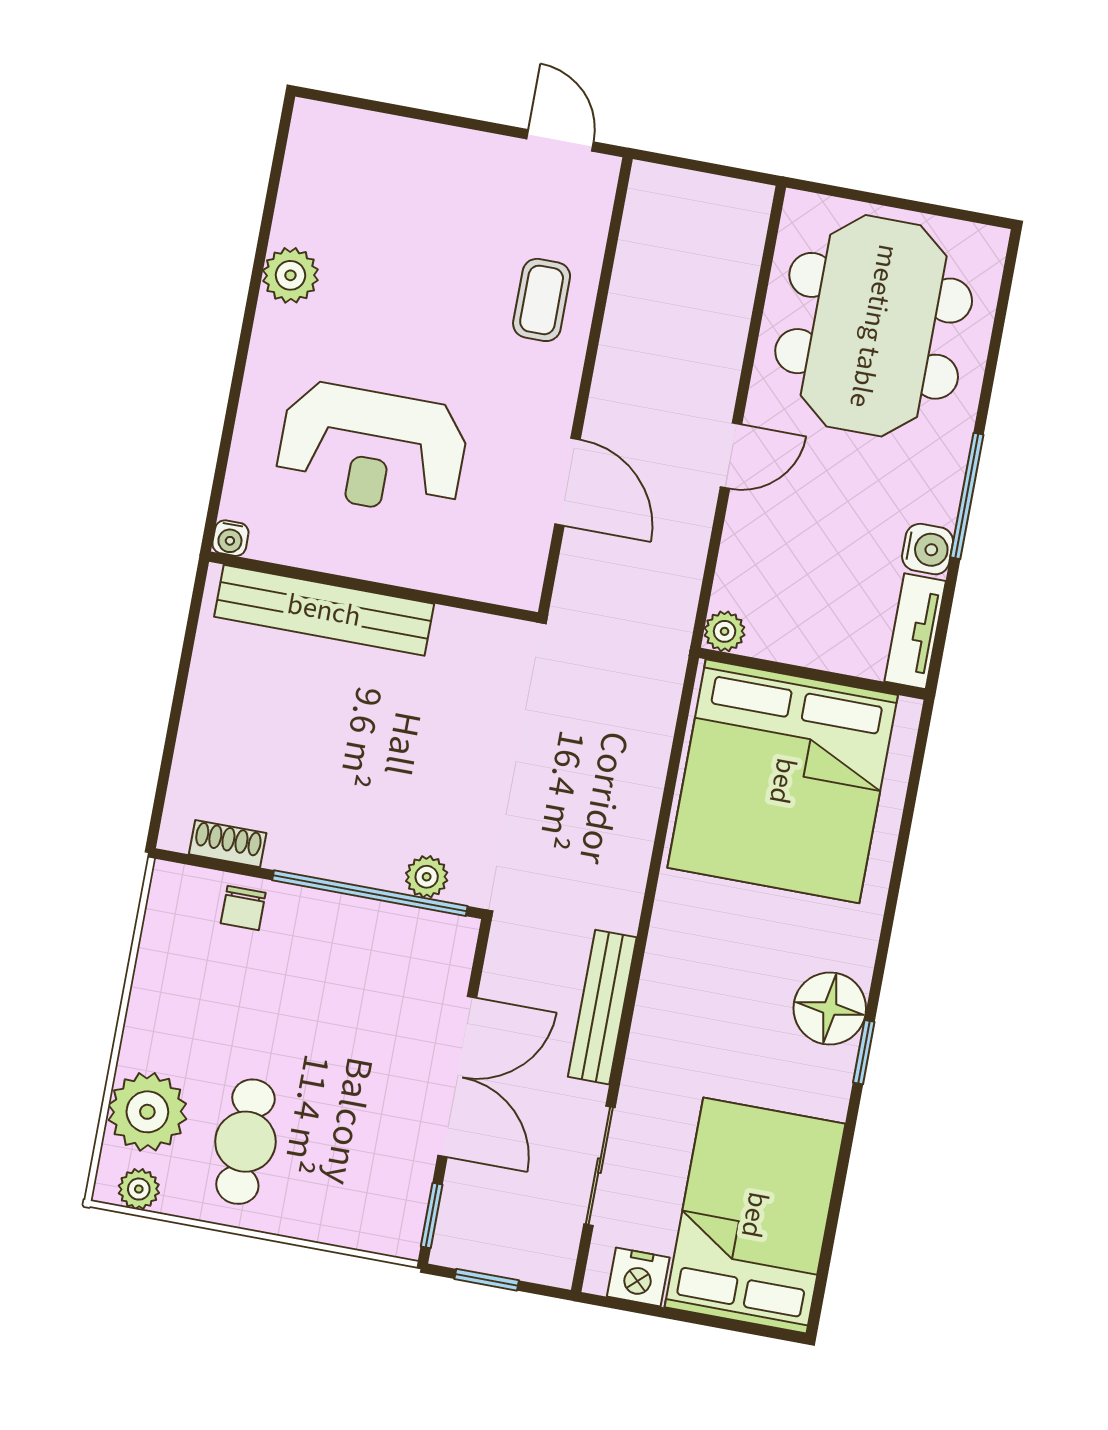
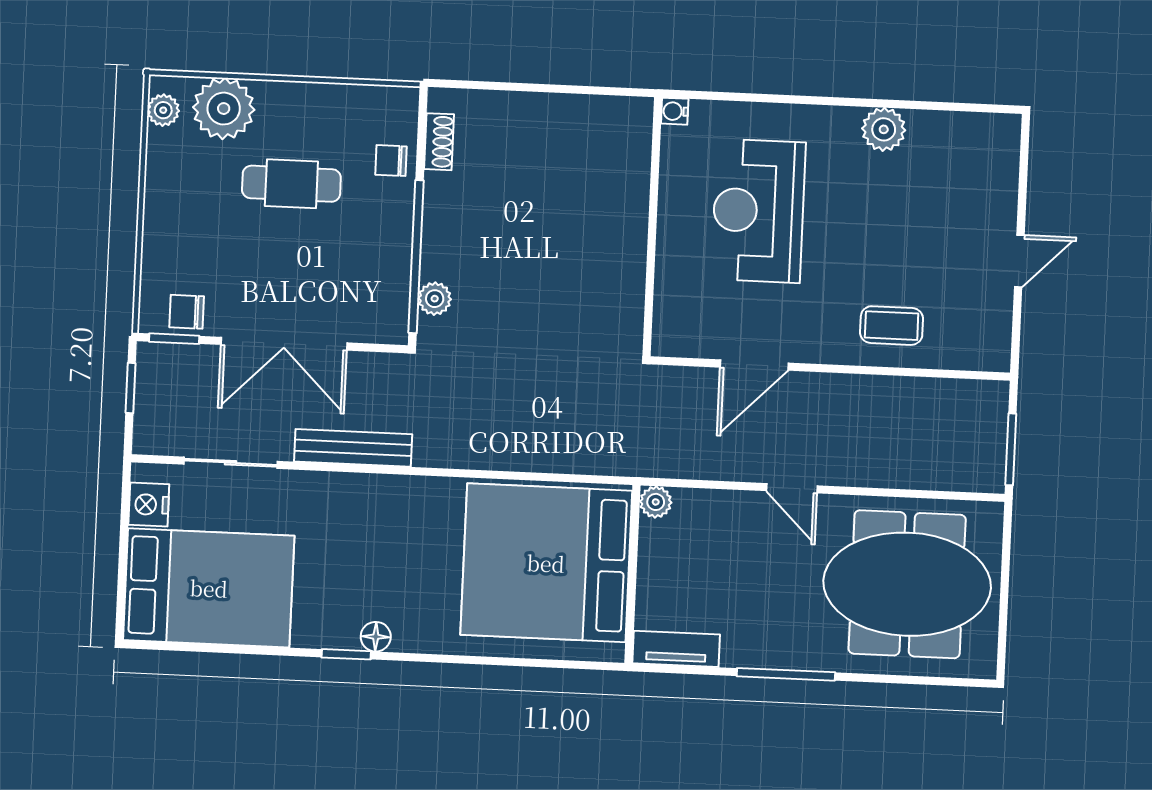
door: (560, 140) -> (1019, 261), moved
window: (720, 170) -> (1011, 449), added
water cooler: (928, 549) -> (741, 650), removed
bench: (324, 610) -> (629, 191), removed
floor lamp: (830, 1008) -> (376, 637), width x0.53, depth x0.53
cafe table: (245, 1142) -> (291, 184), moved
chair: (400, 1195) -> (187, 312), added

